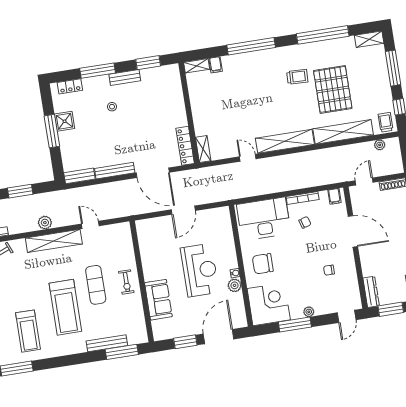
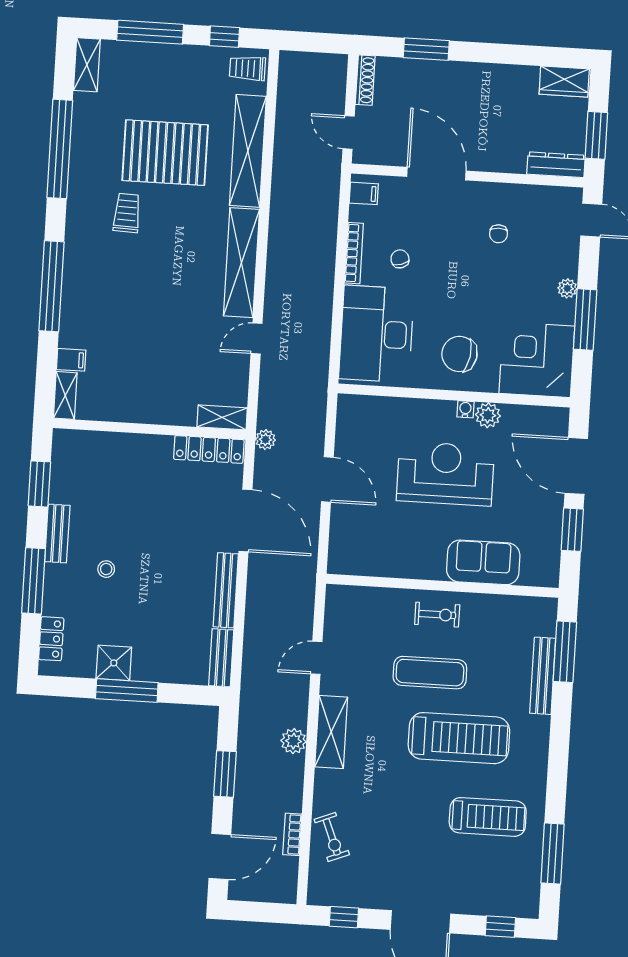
plant: (380, 145) -> (265, 440), moved
door: (153, 173) -> (245, 521), hinge flipped
door: (353, 231) -> (436, 174), hinge flipped
shelving: (54, 241) -> (331, 732), width x0.68
chair: (263, 264) -> (459, 354), turned 99

